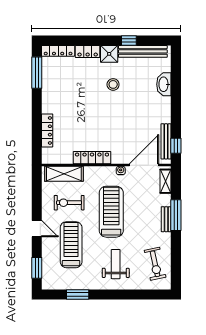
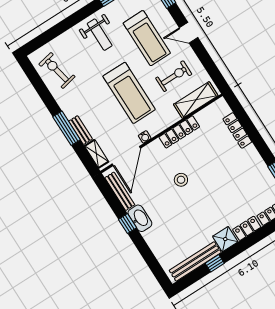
stool: (113, 84) -> (181, 180), moved
washbasin: (164, 84) -> (140, 218), moved
window: (176, 146) -> (128, 224), moved
bench: (166, 219) -> (81, 130), moved
weight bench: (116, 264) -> (100, 35), moved

